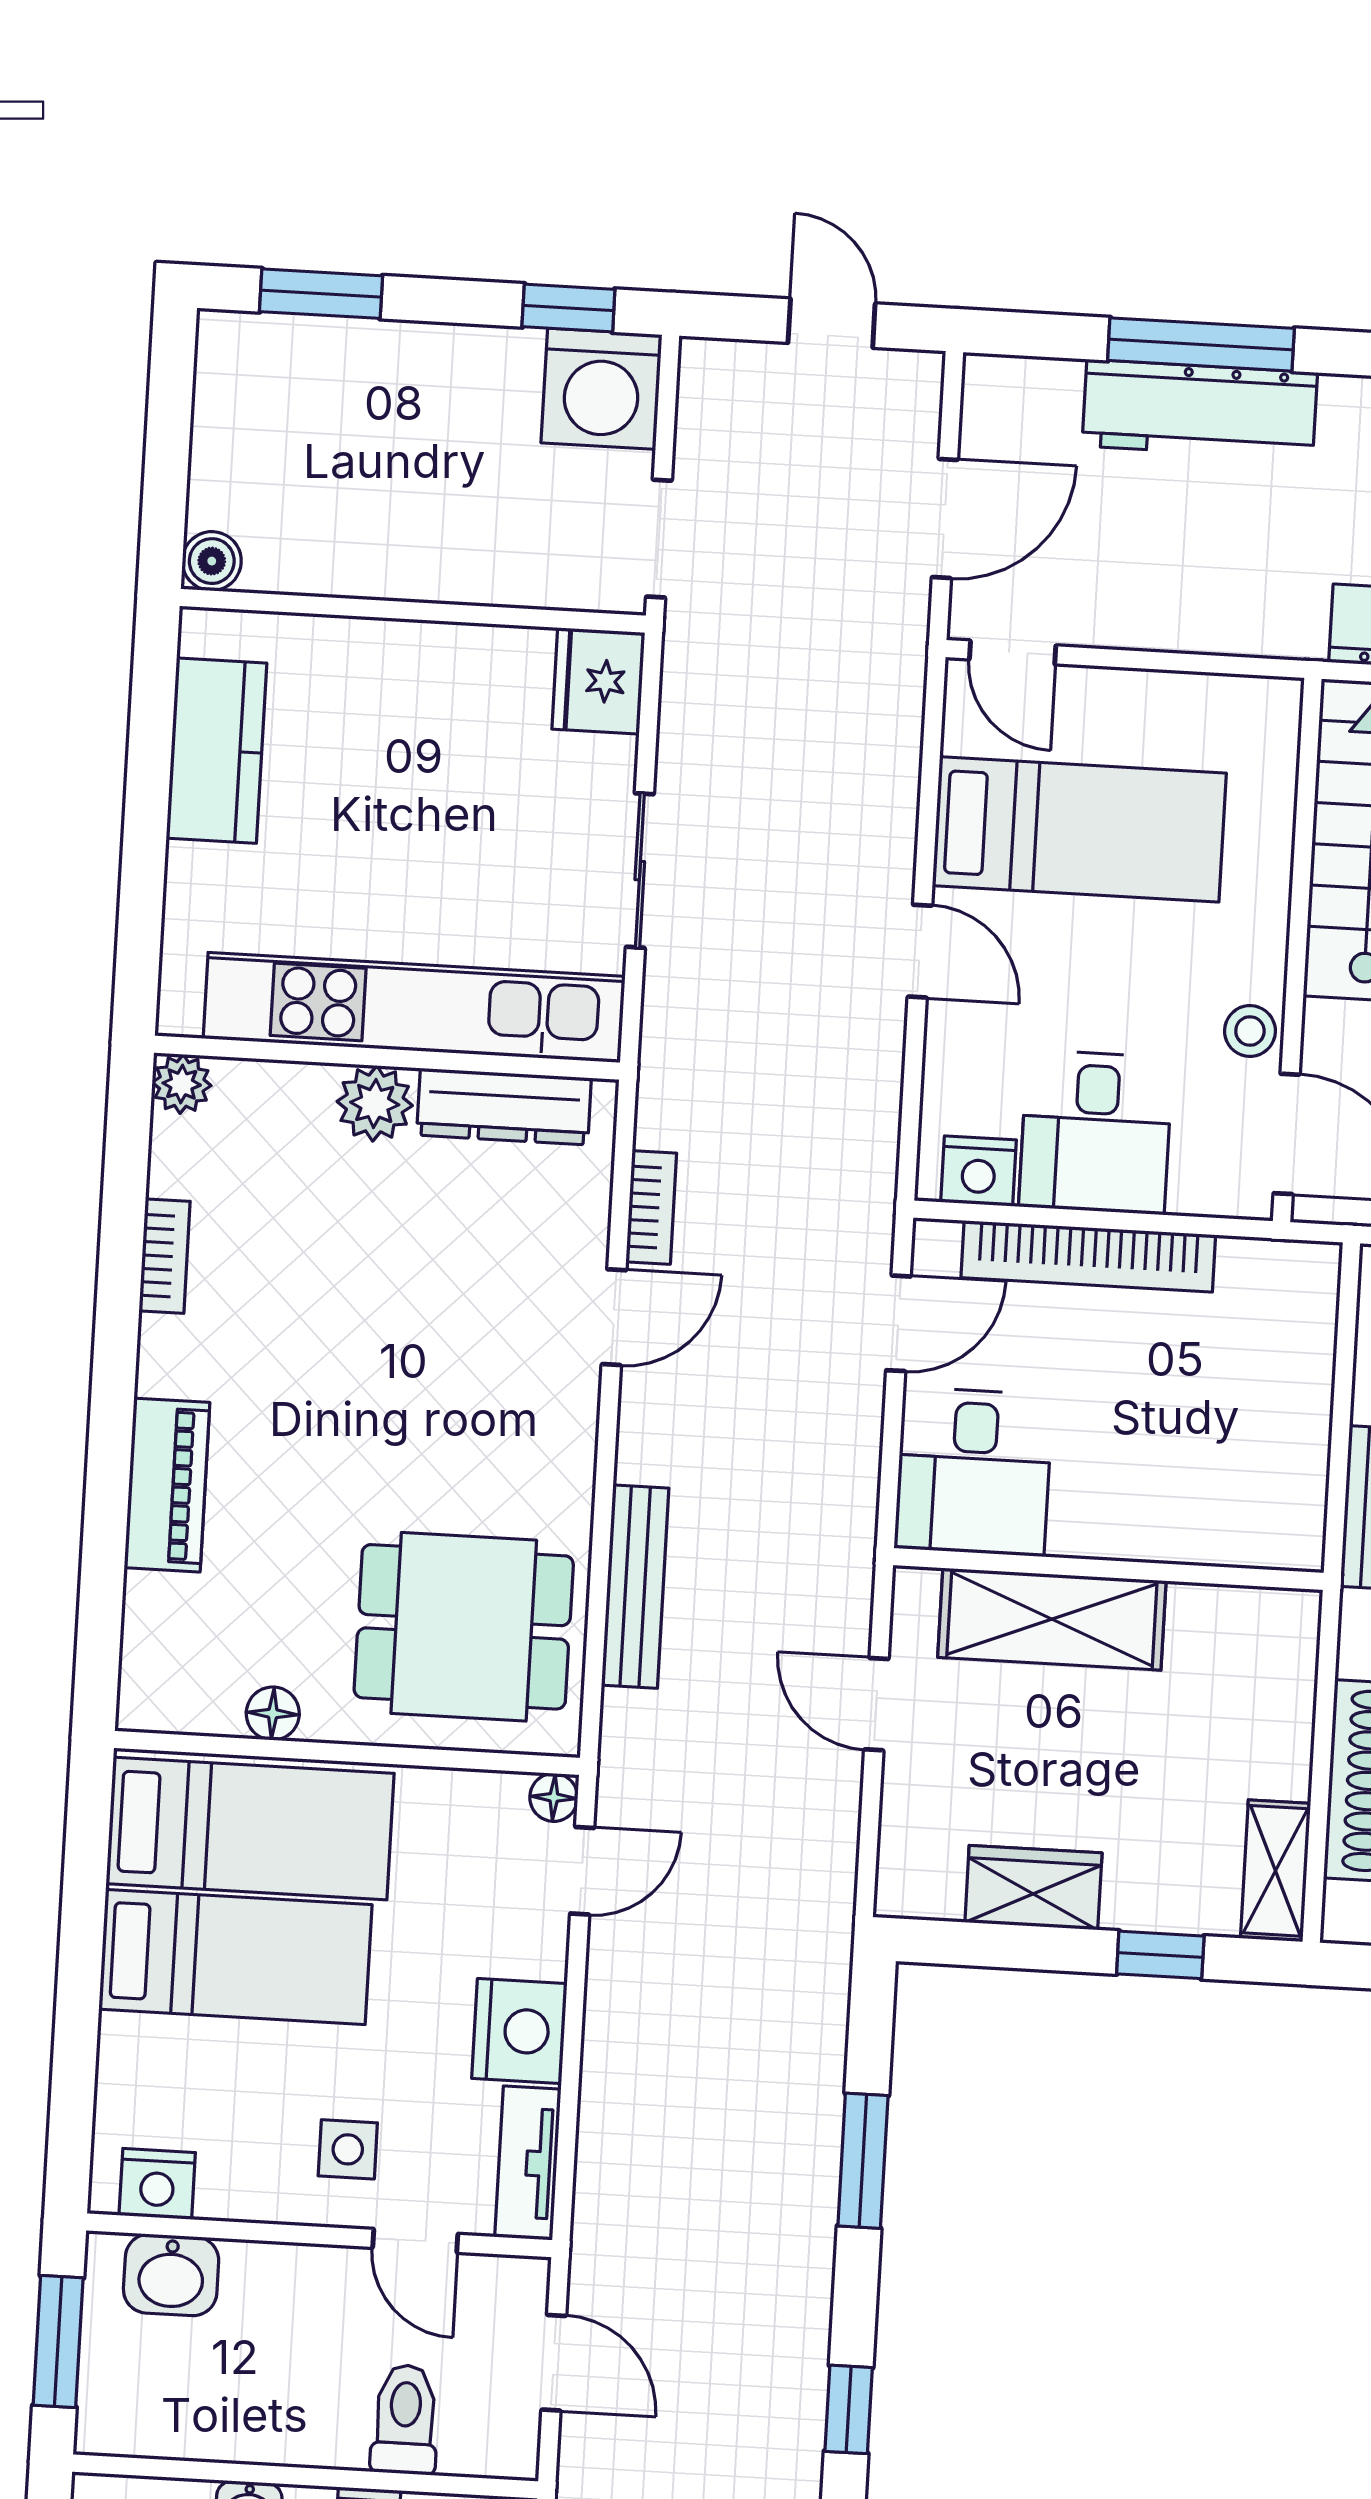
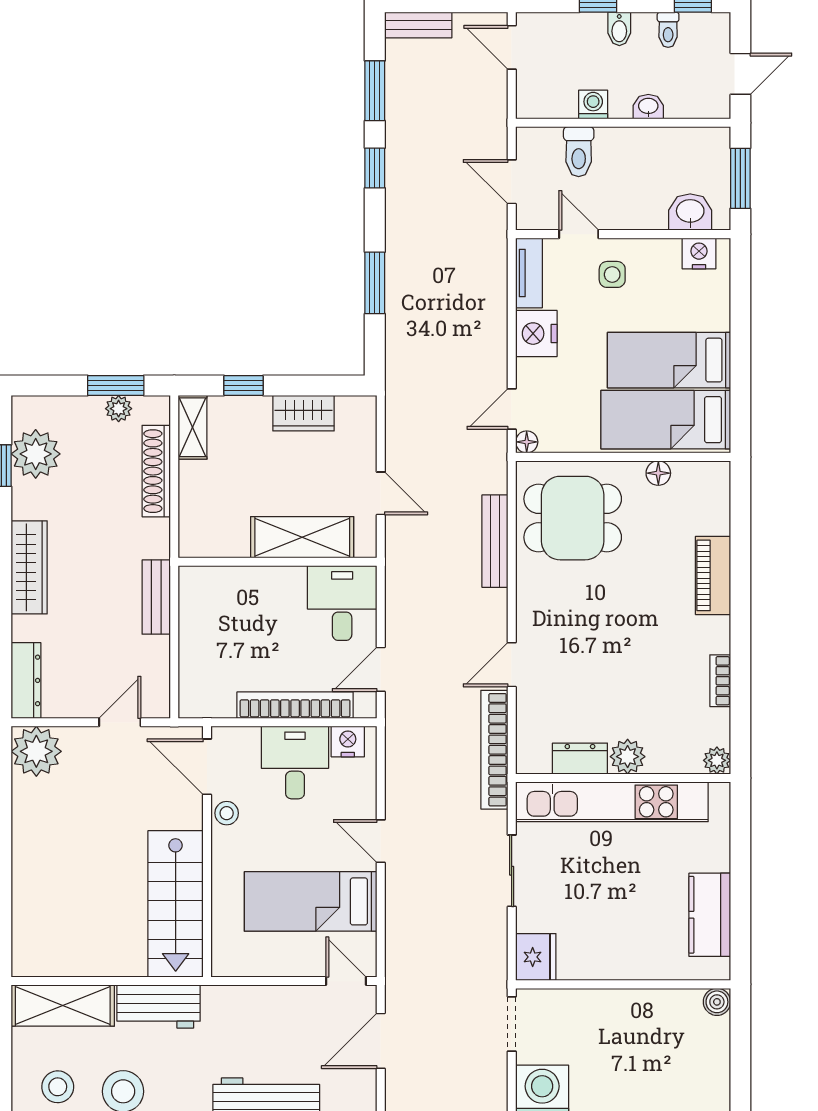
dresser: (504, 1107) -> (580, 759), width x0.70
bookcase: (651, 1207) -> (494, 750), width x2.31, depth x1.31

